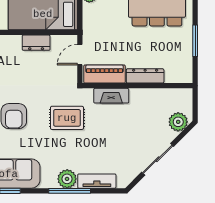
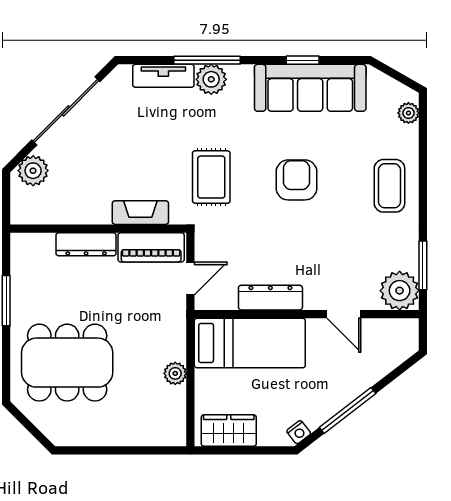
dresser: (36, 43) -> (270, 298), width x1.44
rug: (67, 118) -> (211, 177), turned 90
sliding door: (158, 159) -> (66, 111), width x1.37

